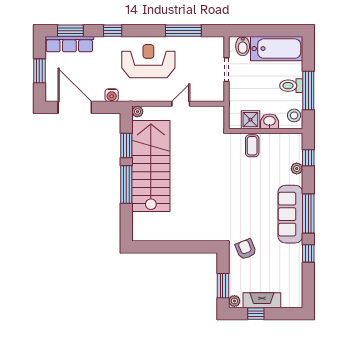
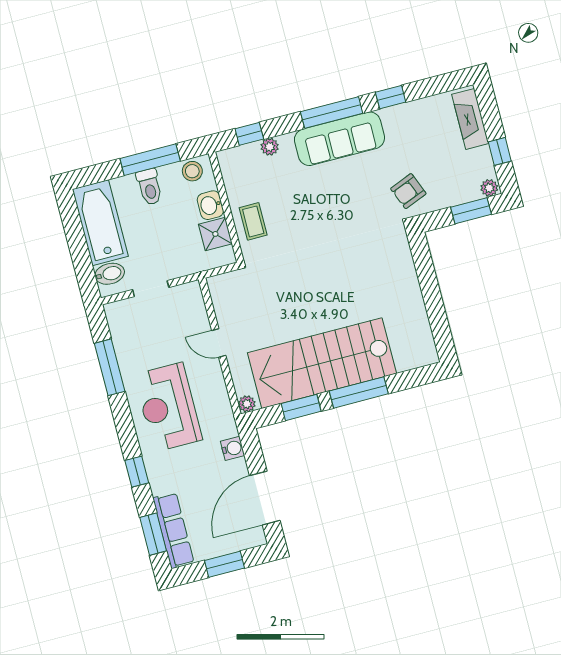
coffee table: (252, 146) -> (253, 221), turned 90
fireplace: (262, 300) -> (470, 119), moved

